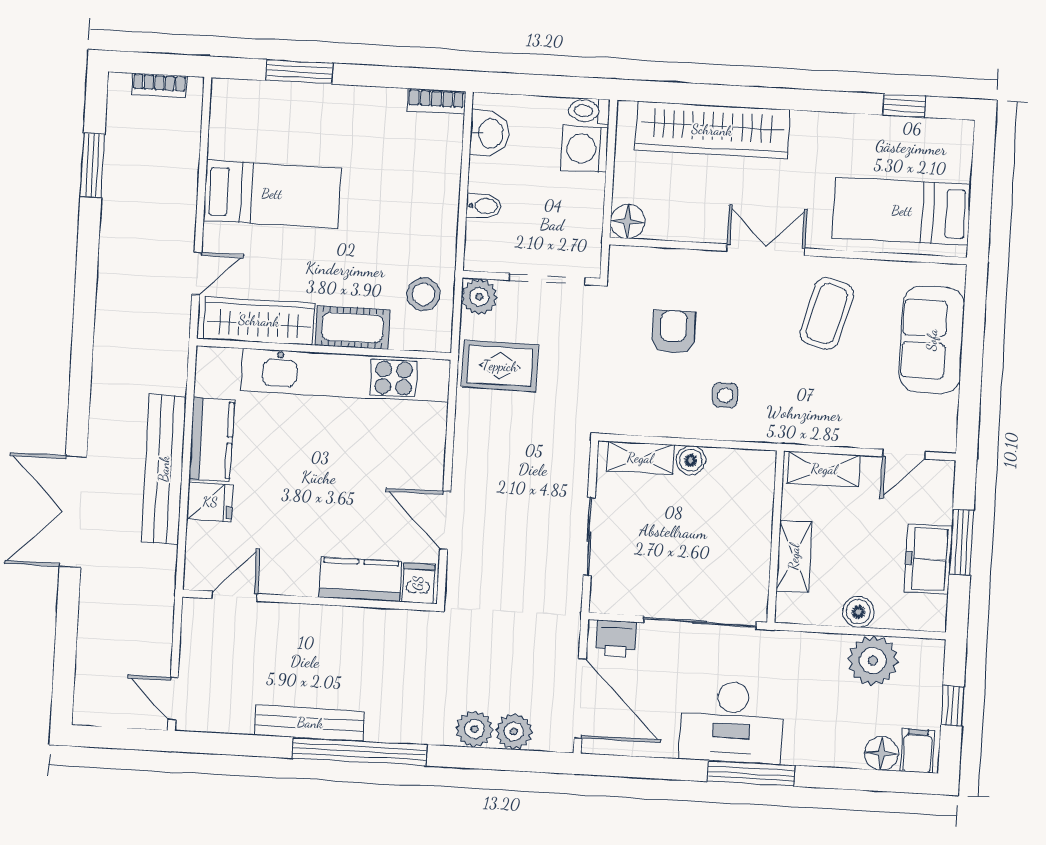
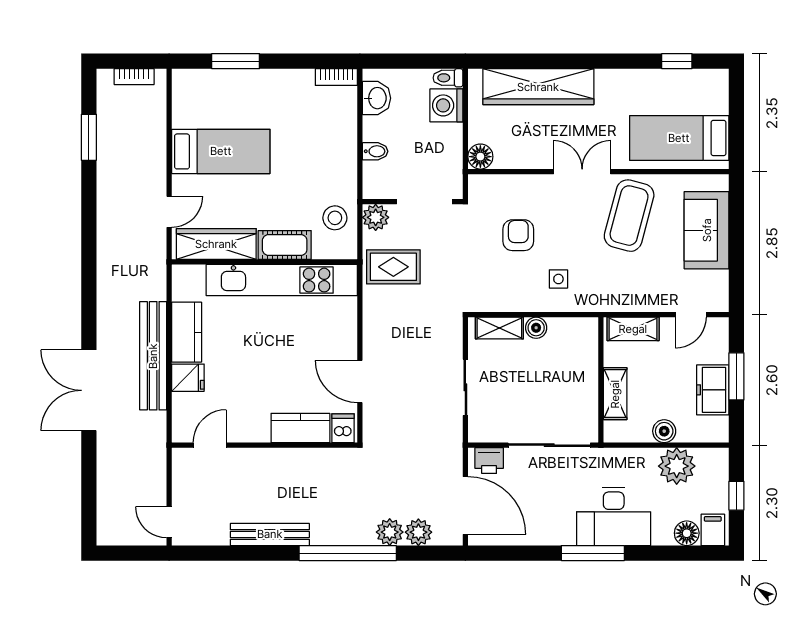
coffee table: (827, 314) -> (629, 216), width x1.36, depth x1.32
desk: (732, 722) -> (614, 516), moved
window: (359, 752) -> (348, 553), moved

